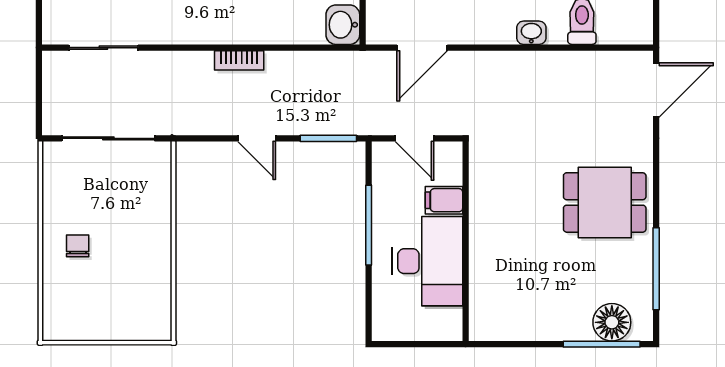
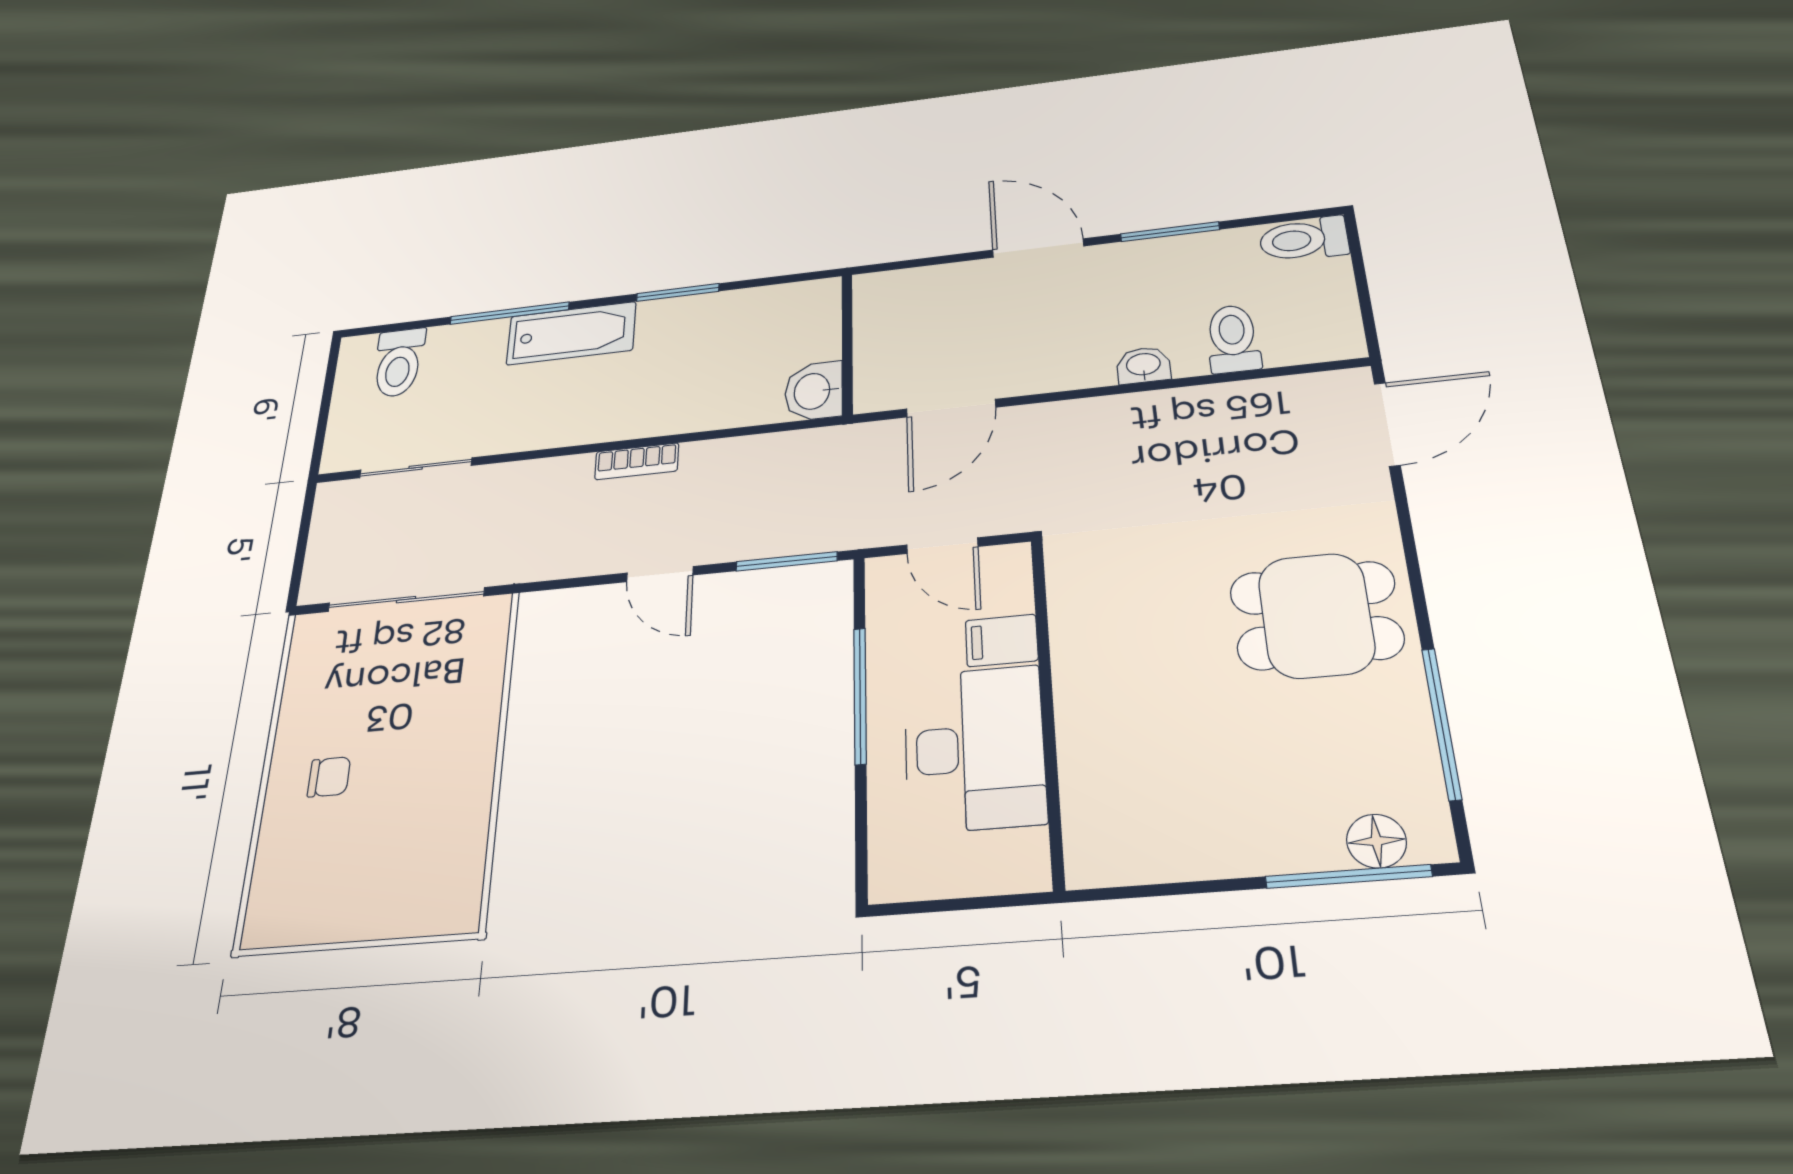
chair: (78, 246) -> (329, 777), turned 90
floor lamp: (612, 322) -> (1376, 841), width x0.73, depth x0.73

